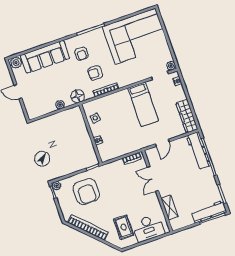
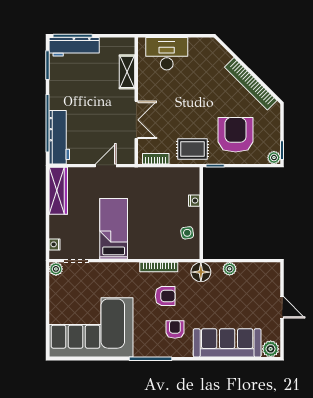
rug: (124, 227) -> (192, 149), moved, turned 90

